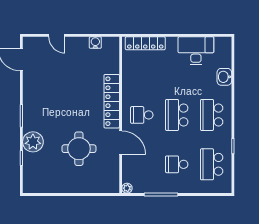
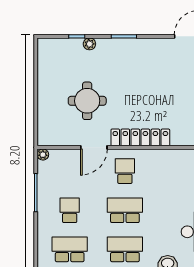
plant: (33, 142) -> (89, 44), width x0.53, depth x0.53

